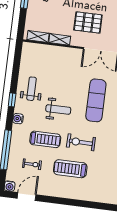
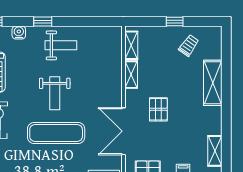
pallet: (88, 22) -> (158, 109), width x0.67, depth x0.71
weight bench: (58, 109) -> (55, 93), moved

